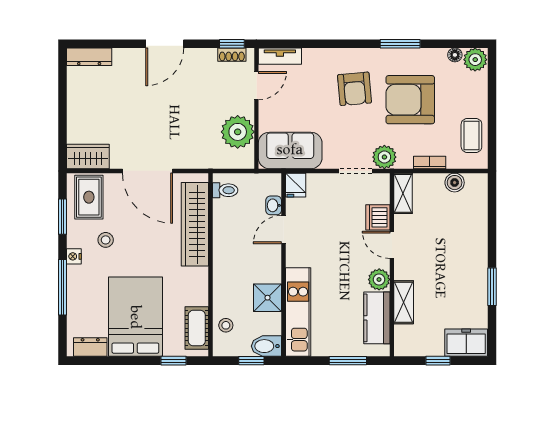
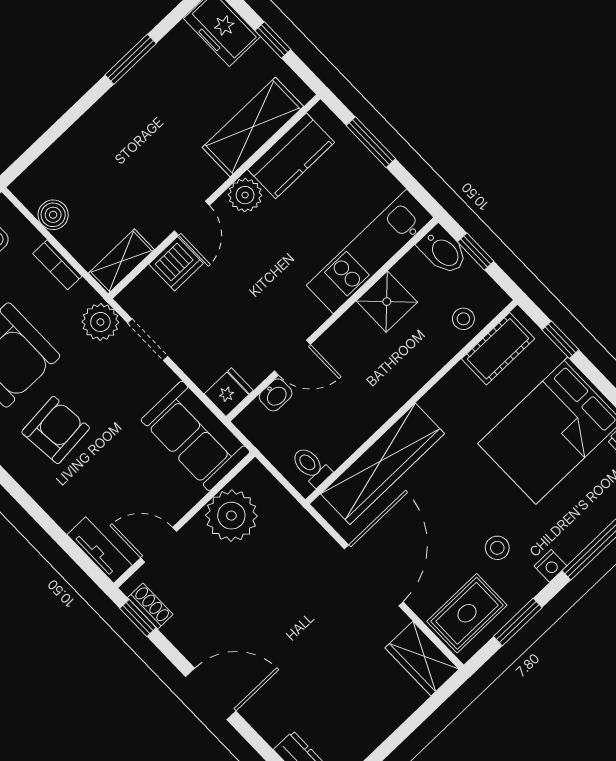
shelving: (404, 302) -> (253, 127), width x1.50, depth x1.33

